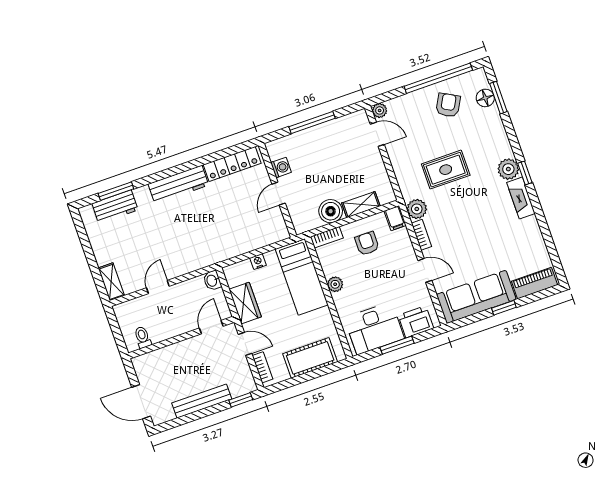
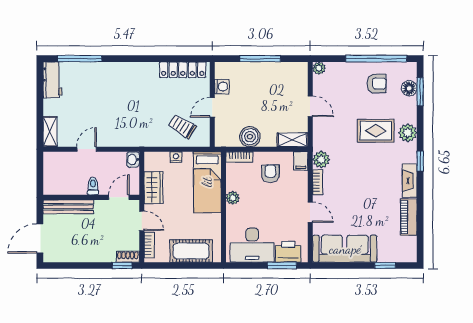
armchair: (448, 105) -> (377, 83), turned 61
door: (377, 134) -> (310, 106), moved
plant: (508, 169) -> (408, 133), moved
rug: (446, 170) -> (376, 131), moved
workbench: (178, 185) -> (133, 71), removed
window: (116, 191) -> (80, 59), width x1.44
shelving: (361, 205) -> (292, 140), moved
workbench: (115, 207) -> (52, 80), moved, turned -90
trolley: (253, 226) -> (182, 126), added
piano: (535, 283) -> (409, 217), moved, turned -90
window: (504, 308) -> (385, 266), moved
toilet: (143, 337) -> (93, 186), moved
window: (397, 345) -> (282, 266), moved
shoe rack: (244, 388) -> (128, 257), added
bench: (202, 401) -> (68, 207), moved
door: (141, 402) -> (40, 238), hinge flipped

